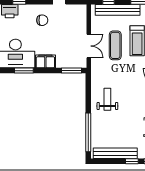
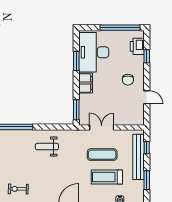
double door: (89, 46) -> (102, 127), swing flipped
weight bench: (107, 99) -> (47, 147), turned 180

